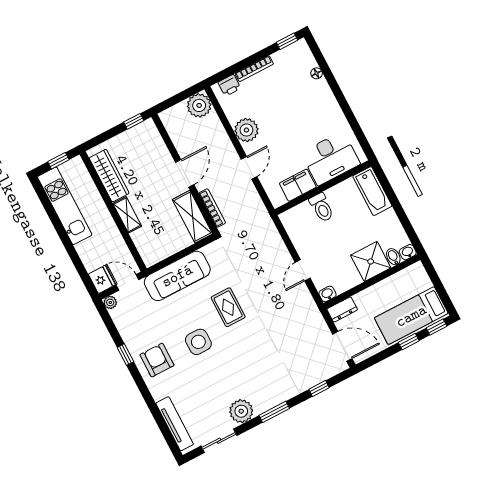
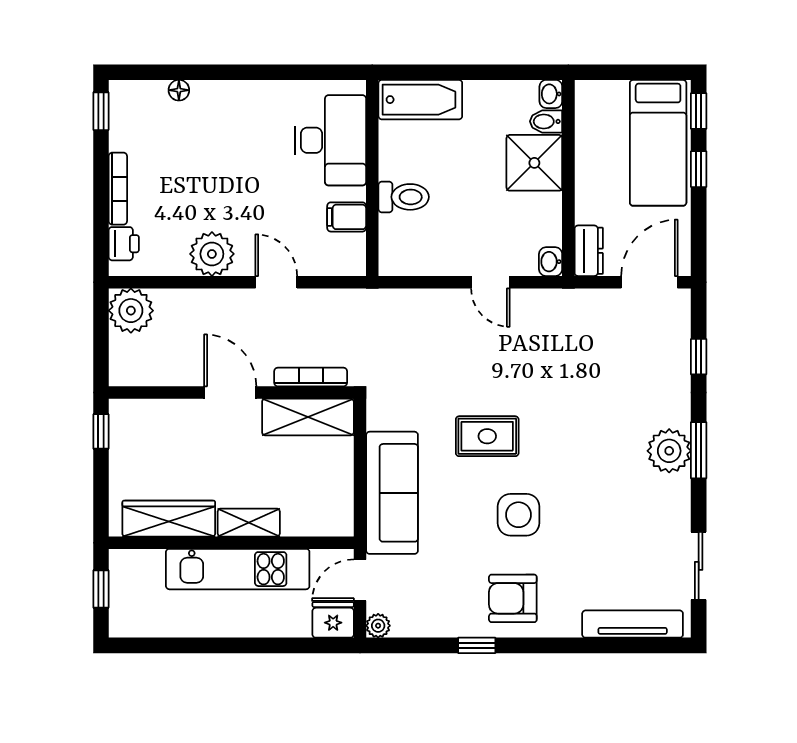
filing cabinet: (298, 185) -> (347, 217), width x0.50
kitchen unit: (65, 206) -> (238, 569), moved, turned 180
plant: (241, 411) -> (669, 451), moved

